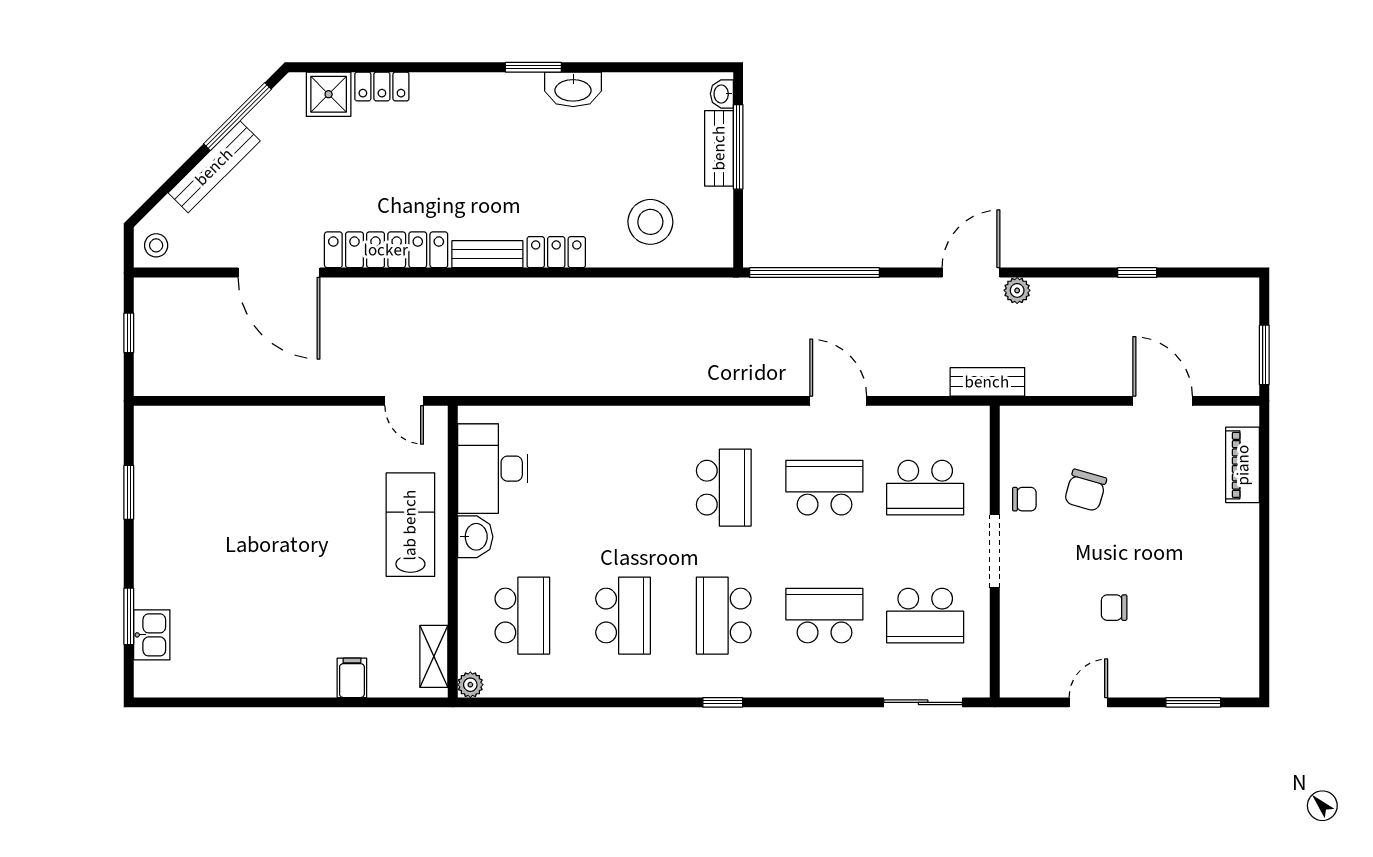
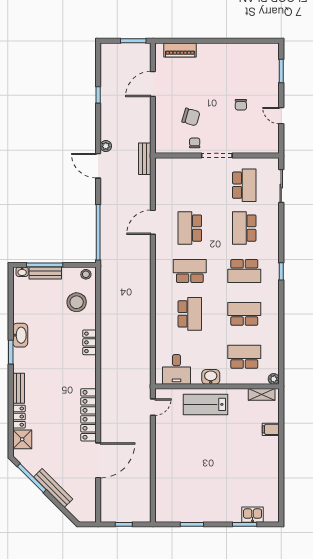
stool: (156, 245) -> (86, 274), moved
bench: (487, 254) -> (19, 388), moved
desk: (493, 469) -> (176, 369), width x0.73
school desk: (925, 488) -> (190, 314), moved

